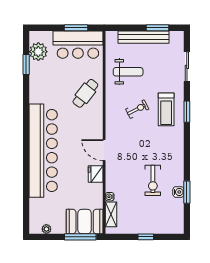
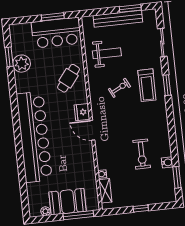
plant: (38, 52) -> (22, 64), moved
fridge: (96, 174) -> (82, 112), moved
window: (187, 192) -> (177, 177), moved
booth: (85, 221) -> (68, 202), moved

